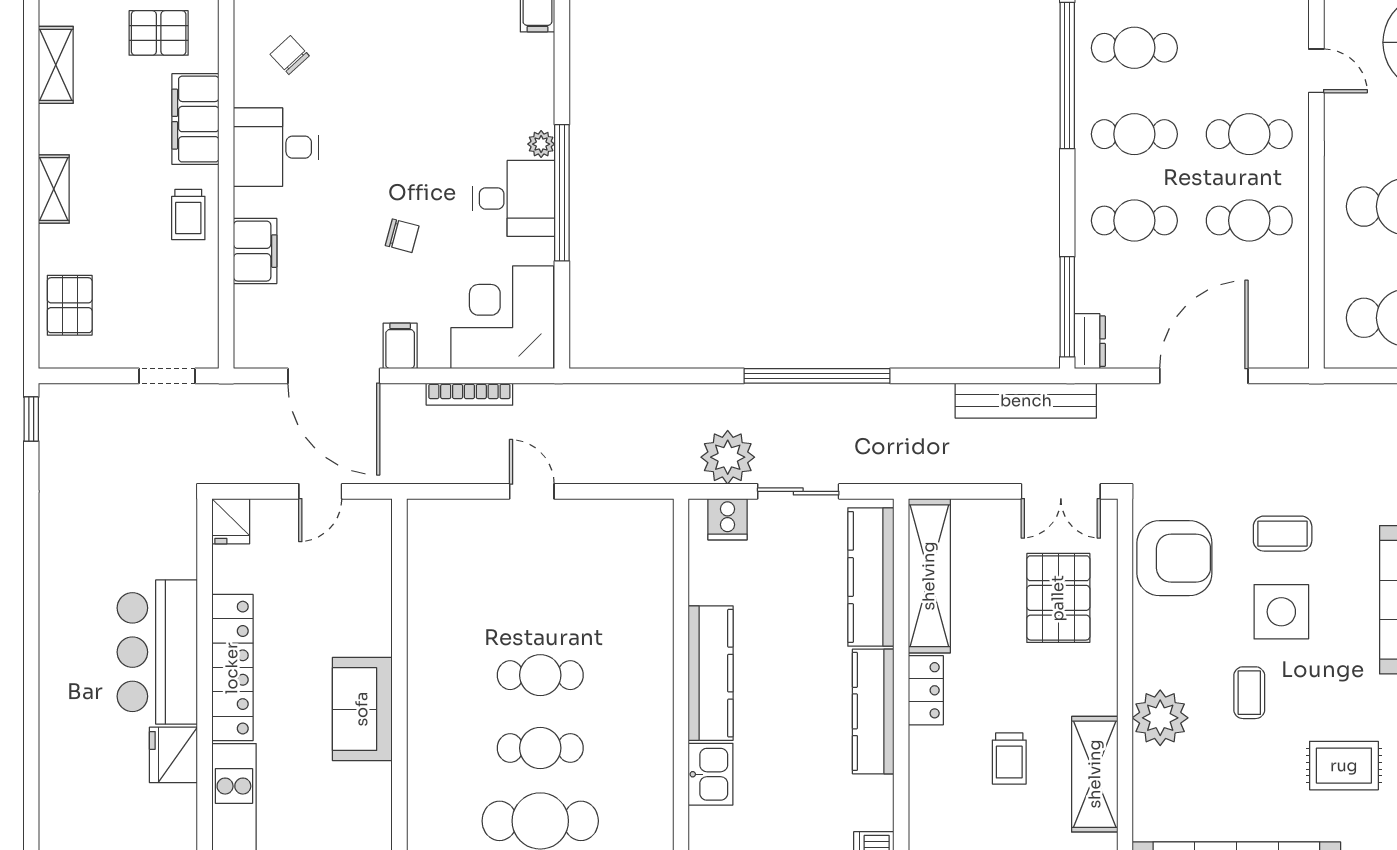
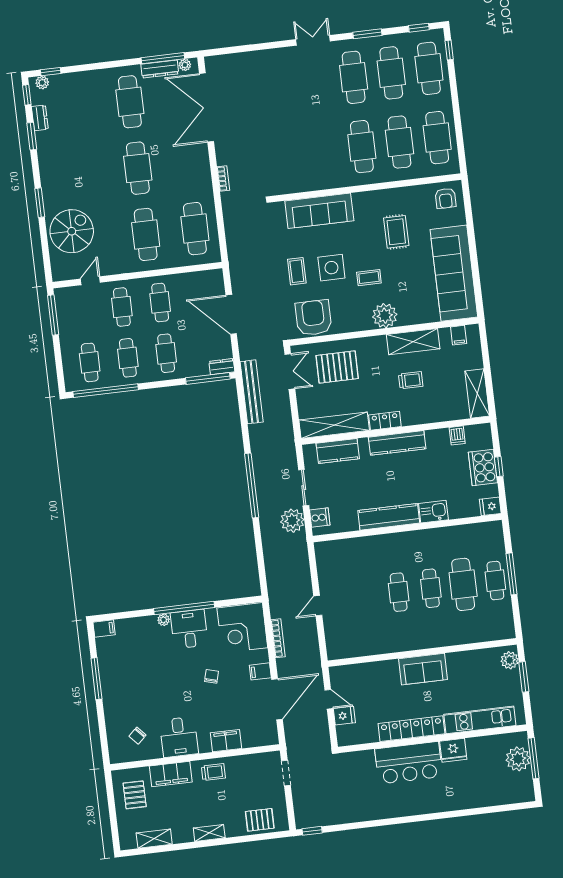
fridge: (231, 521) -> (344, 716), moved
kitchen counter: (871, 577) -> (338, 451), width x0.67

